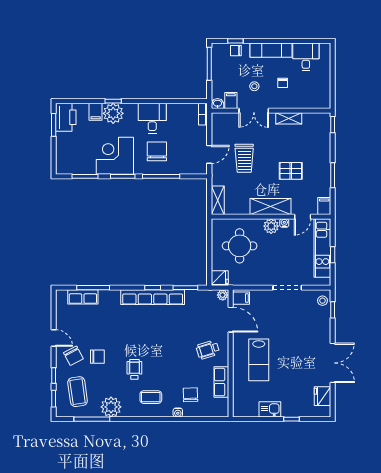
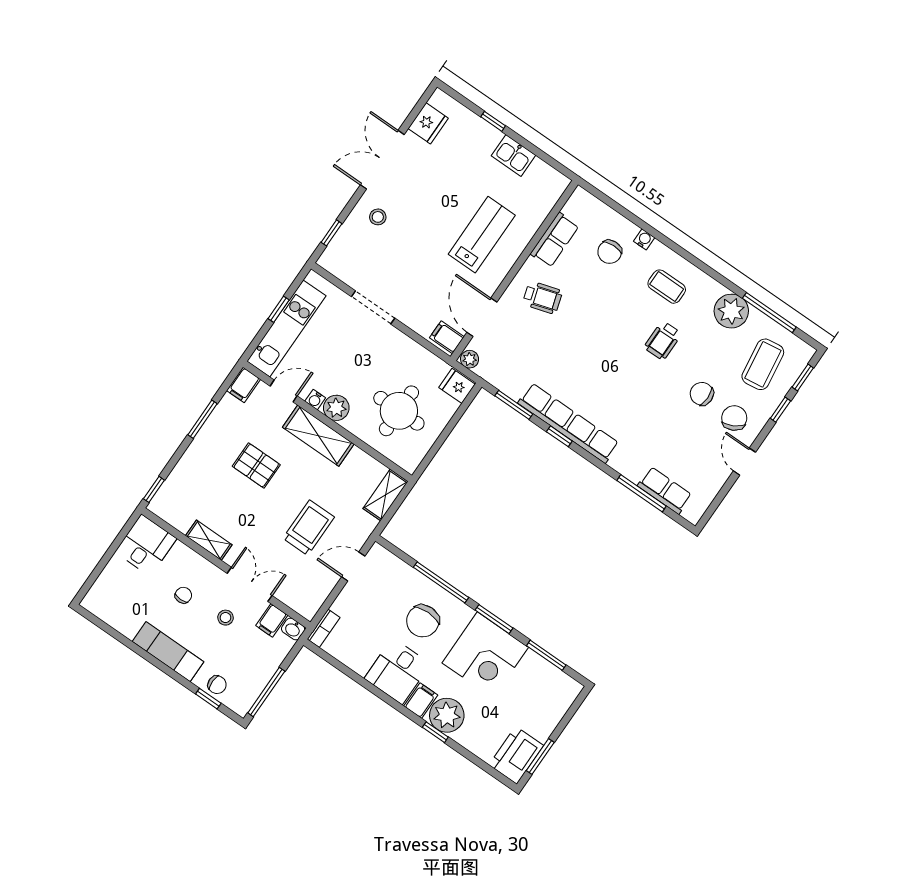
desk: (306, 57) -> (146, 545), moved, turned 180
filing cabinet: (96, 112) -> (421, 701), moved
stool: (322, 301) -> (378, 217), moved

